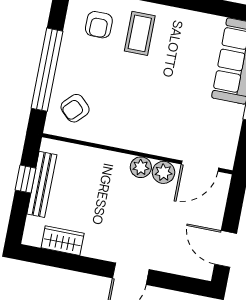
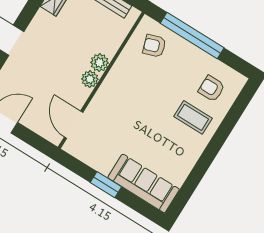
armchair: (75, 108) -> (154, 46), turned -62
plant: (164, 172) -> (100, 63), moved

